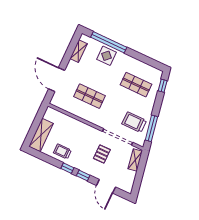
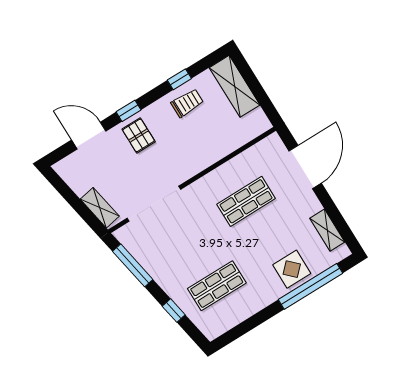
door: (57, 80) -> (305, 167), hinge flipped
window: (163, 86) -> (174, 311), moved
trolley: (134, 122) -> (160, 245), removed
pallet: (102, 154) -> (139, 135), moved
window: (67, 168) -> (179, 79), moved

